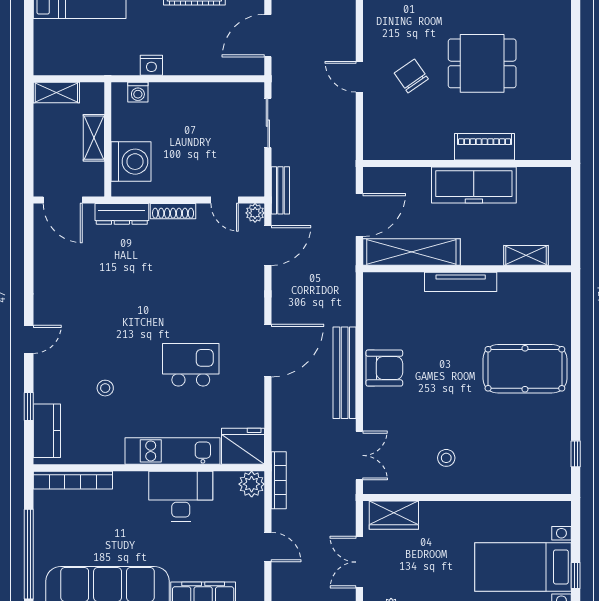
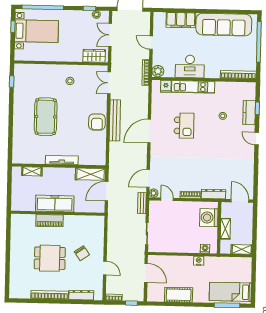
door: (268, 36) -> (146, 273), hinge flipped
door: (359, 77) -> (105, 268), moved
shelving: (411, 252) -> (90, 174), width x0.68
door: (29, 339) -> (257, 139), hinge flipped
kitchen island: (191, 365) -> (184, 125), turned -90
armchair: (384, 368) -> (97, 122), turned -90
pool table: (525, 369) -> (46, 117), moved, turned 90
kitchen counter: (47, 431) -> (249, 113), moved
fridge: (243, 446) -> (166, 86), width x0.53, depth x0.75
double door: (359, 562) -> (110, 35), swing flipped

